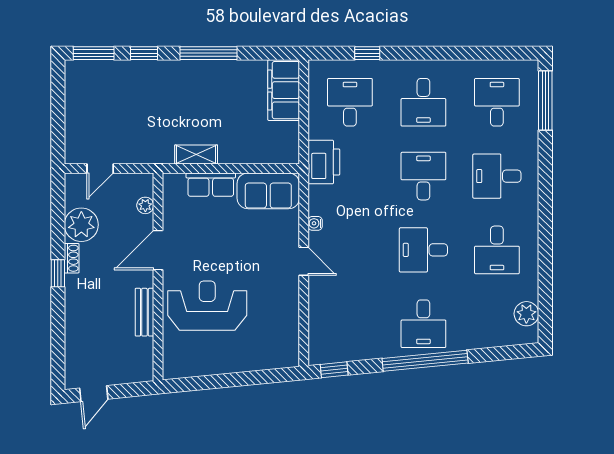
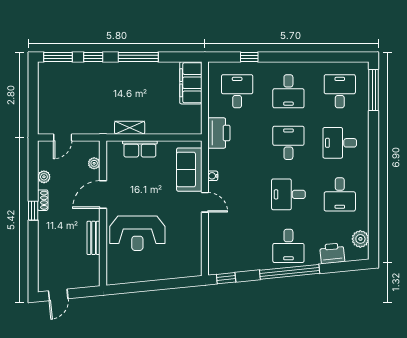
sofa: (268, 191) -> (189, 170), moved, turned 90
plant: (81, 225) -> (44, 177), width x0.53, depth x0.53
reception desk: (207, 306) -> (137, 233), turned 180
printer: (486, 334) -> (332, 253), added

